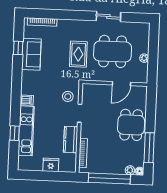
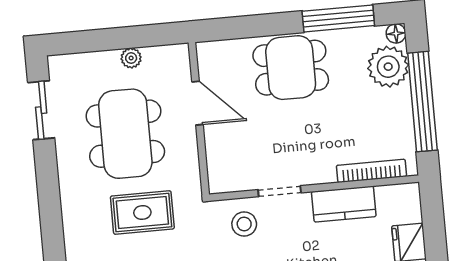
sliding door: (108, 17) -> (41, 110), moved
plant: (130, 170) -> (388, 67), width x1.88, depth x1.88

